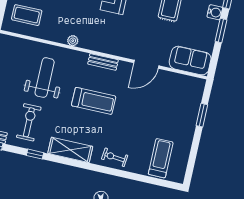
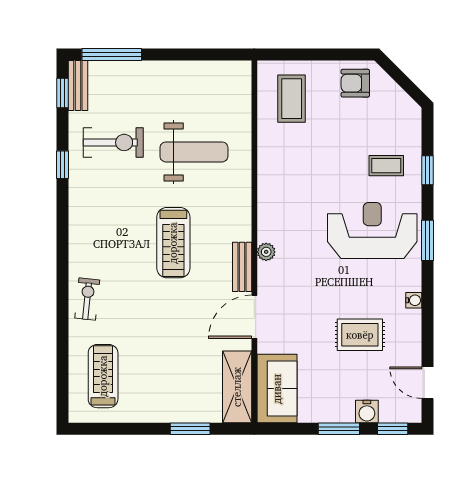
plant: (73, 41) -> (266, 252), moved
bench: (103, 62) -> (242, 267), moved
door: (146, 64) -> (254, 317), hinge flipped
shelving: (70, 150) -> (237, 387), moved
treadmill: (161, 158) -> (103, 376), turned -90

